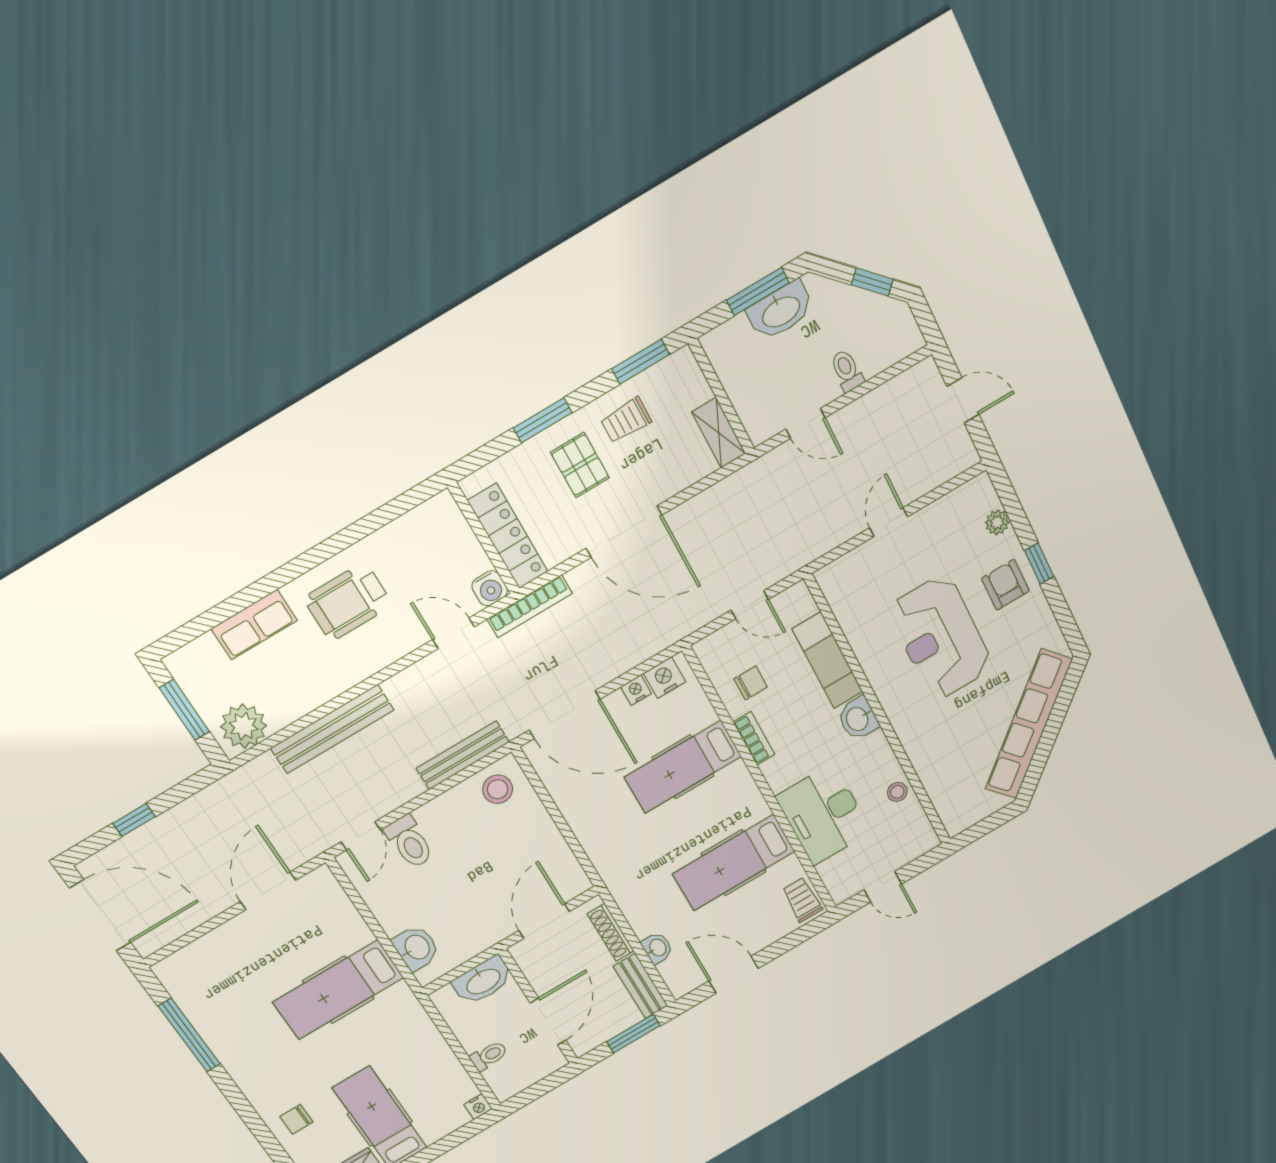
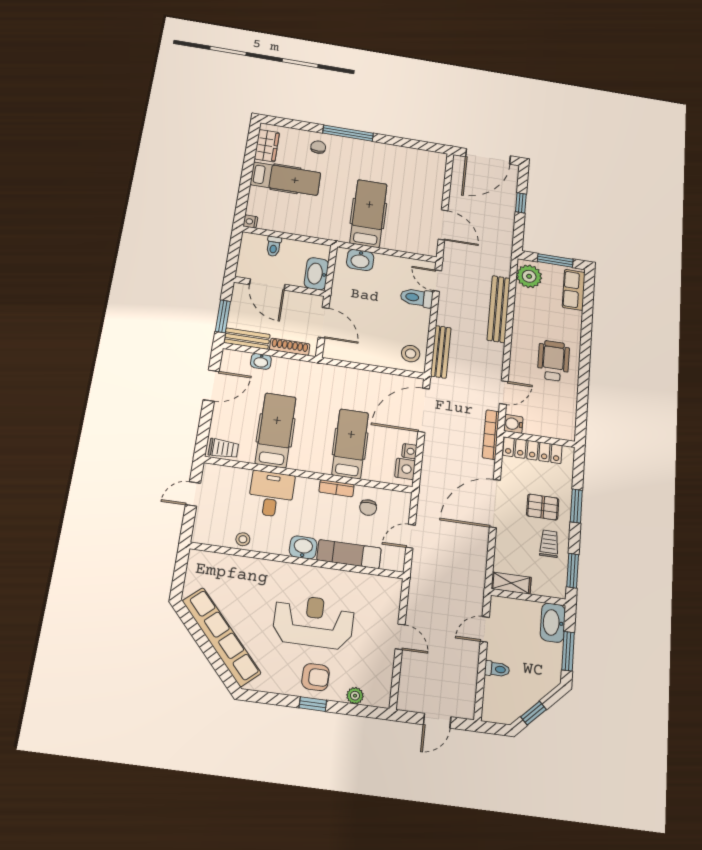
washbasin: (781, 311) -> (553, 623), moved
row of seats: (254, 625) -> (574, 290), moved
desk: (824, 814) -> (271, 494), width x0.73
window: (189, 1035) -> (348, 133), moved

